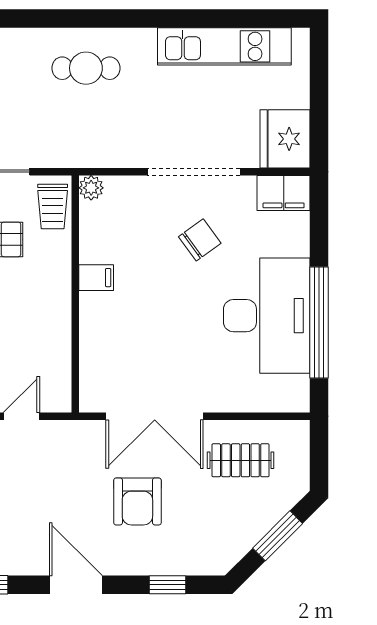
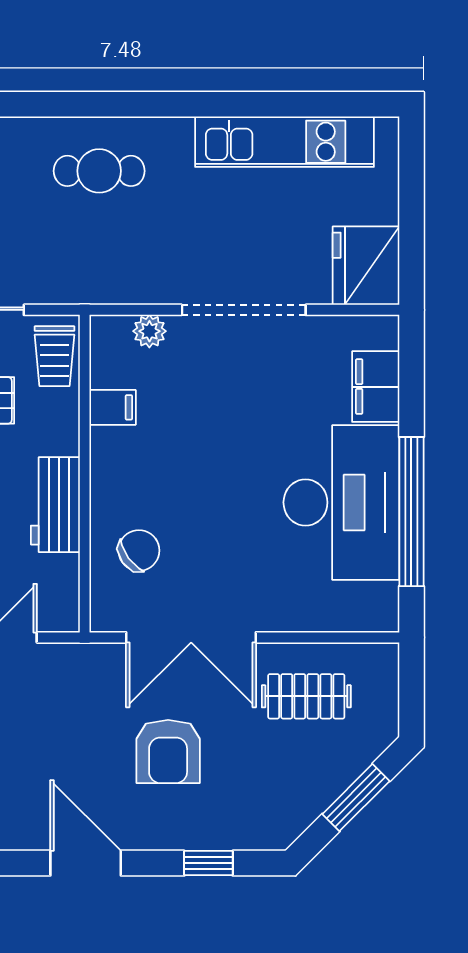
plant: (91, 188) -> (149, 331), moved
filing cabinet: (284, 193) -> (376, 387), moved, turned 90
chair: (200, 240) -> (139, 550), moved
filing cabinet: (96, 278) -> (113, 407), moved
workbench: (53, 317) -> (55, 505), added

